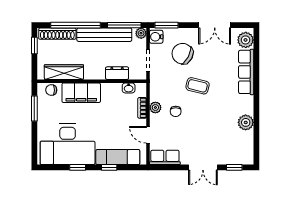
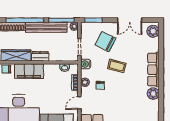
water cooler: (156, 37) -> (86, 64), moved
row of seats: (246, 72) -> (153, 70), moved
dresser: (117, 73) -> (40, 56), moved
door: (148, 135) -> (79, 103), hinge flipped

